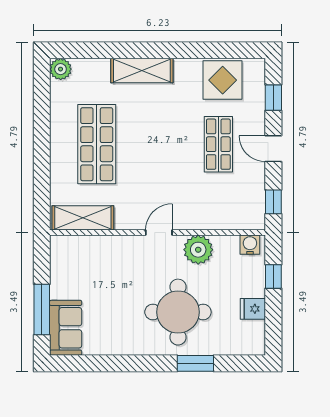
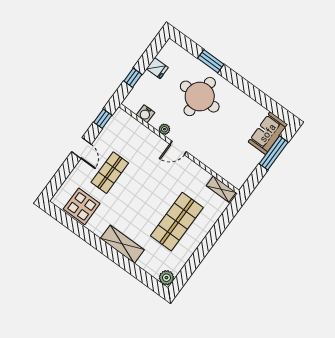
window: (273, 98) -> (61, 176), removed
shelving: (83, 218) -> (221, 189), width x0.67, depth x0.75
water cooler: (250, 245) -> (145, 114), moved
plant: (198, 250) -> (164, 129), width x0.53, depth x0.53

